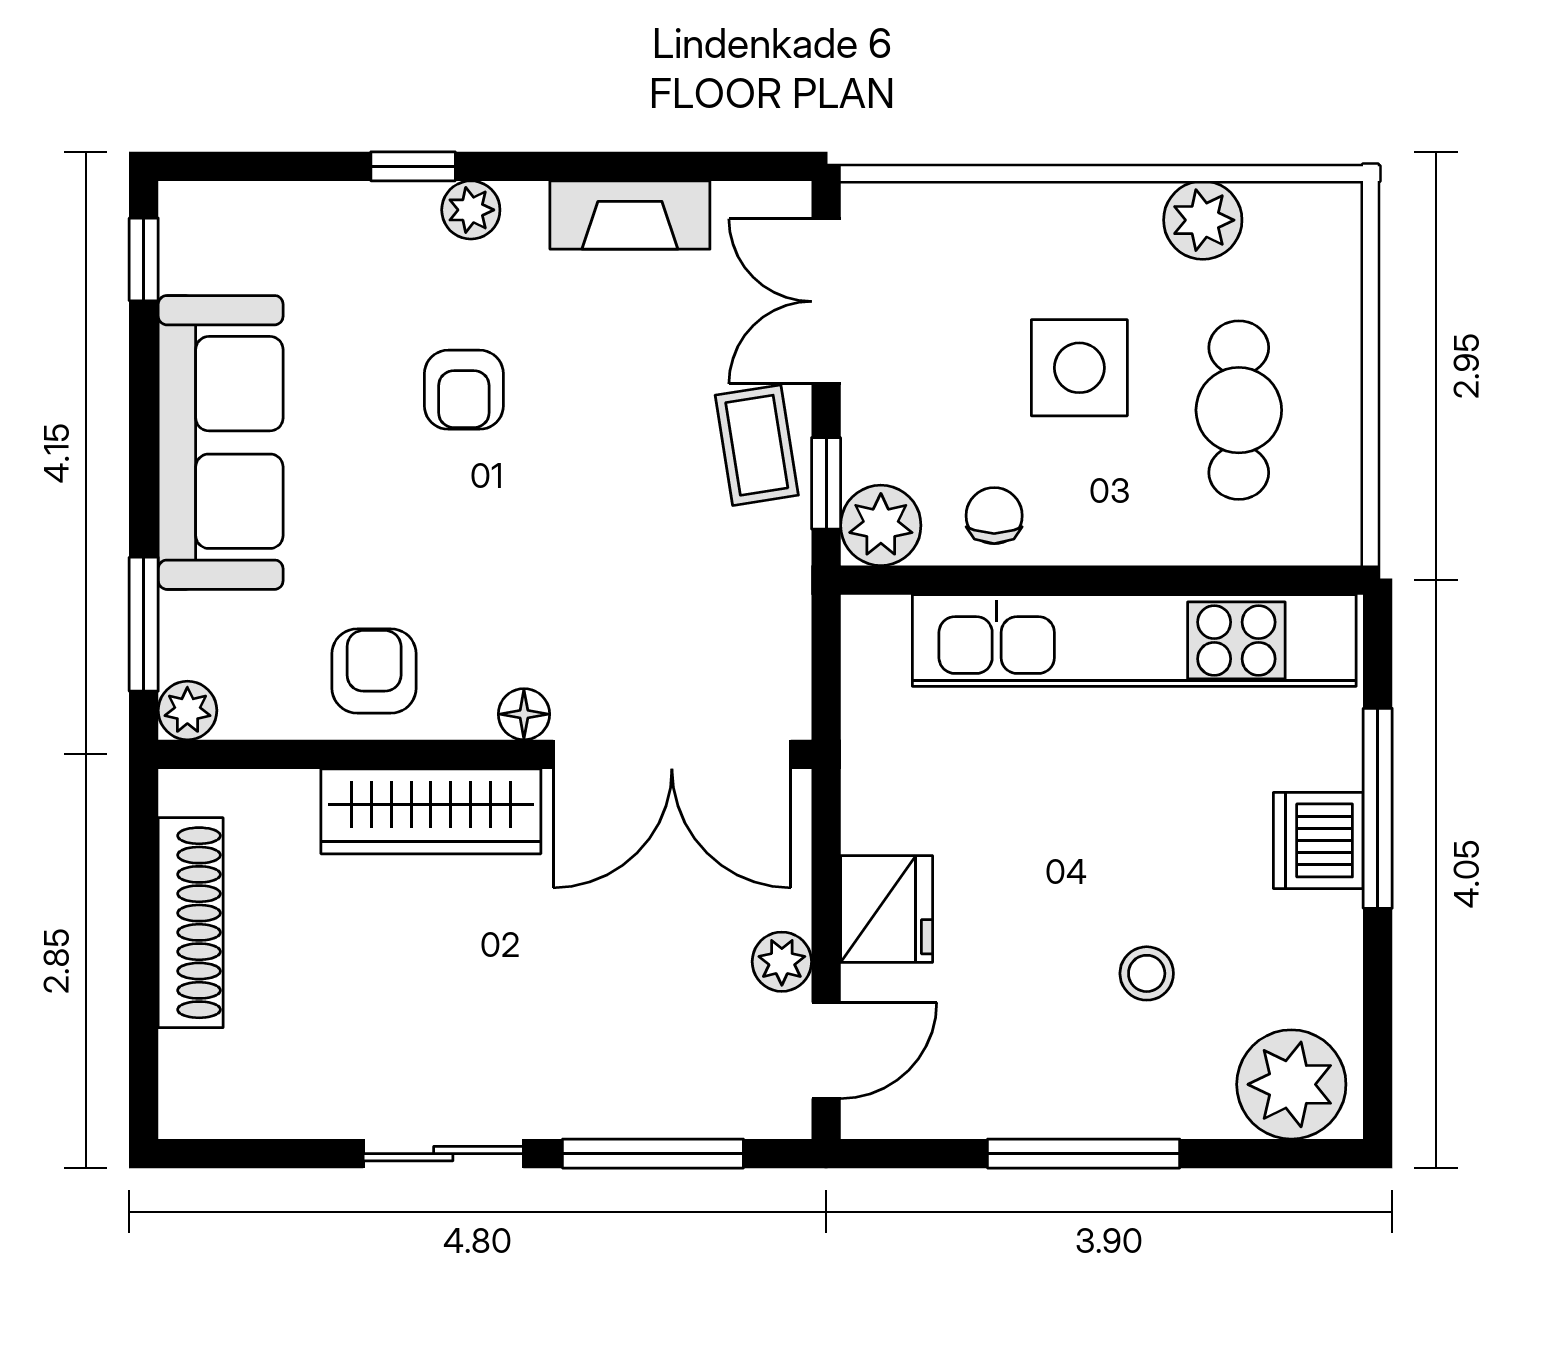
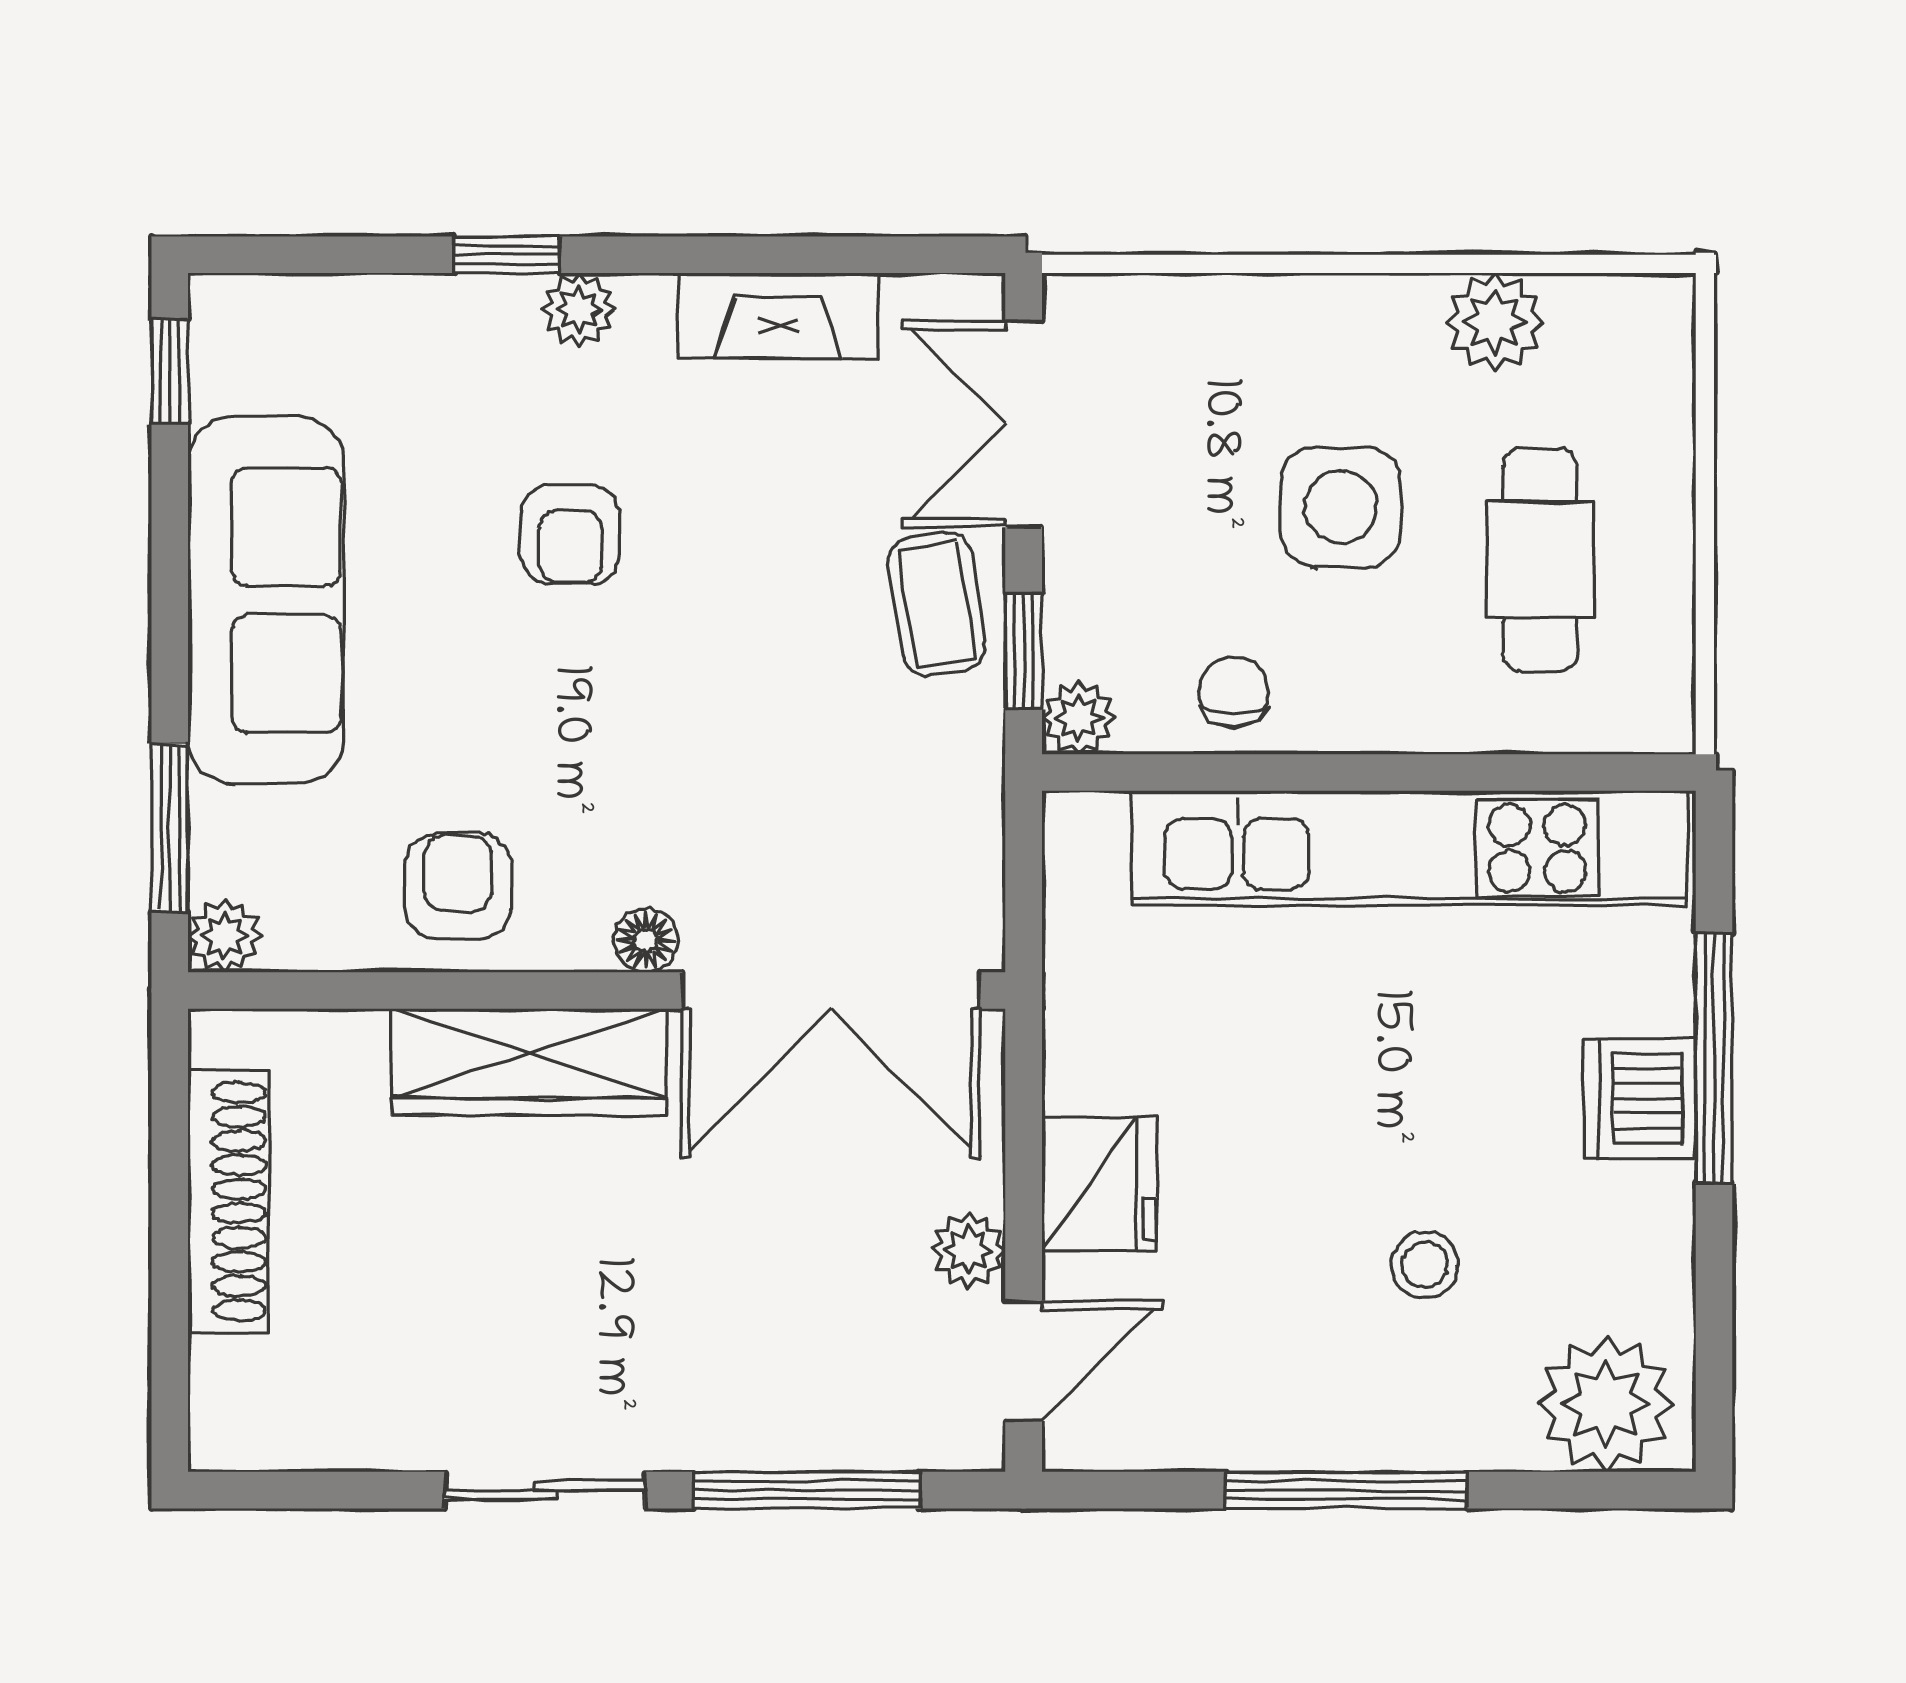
plant: (881, 525) -> (1078, 718), width x0.73, depth x0.73

